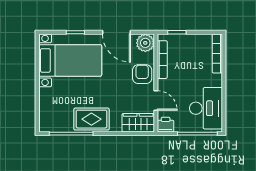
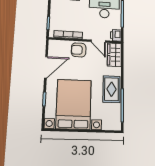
plant: (145, 43) -> (55, 46), removed
bed with nightstands: (70, 60) -> (74, 104), width x1.36
door: (156, 101) -> (98, 41), swing flipped

